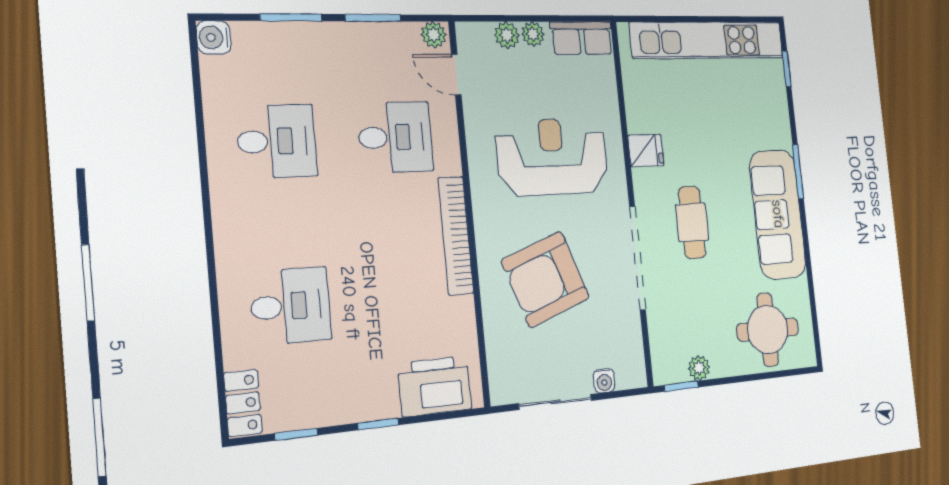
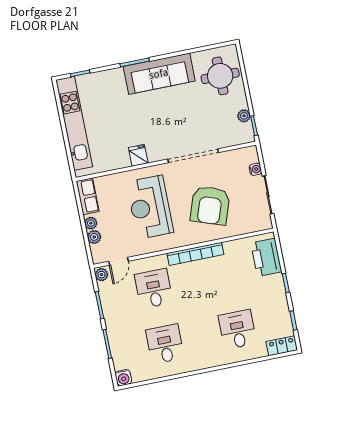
cafe table: (692, 222) -> (171, 126), removed
armchair: (546, 279) -> (210, 205), turned 39

